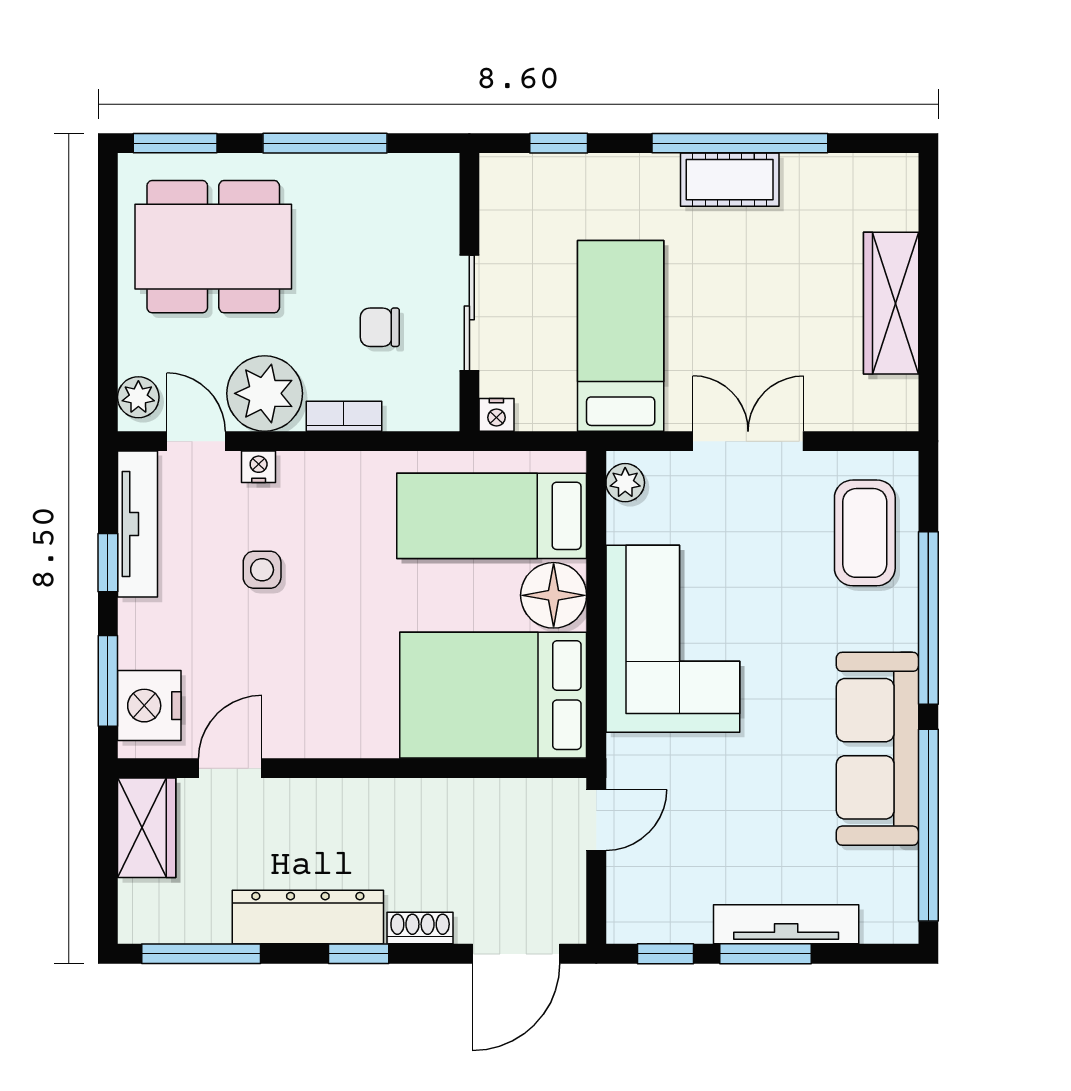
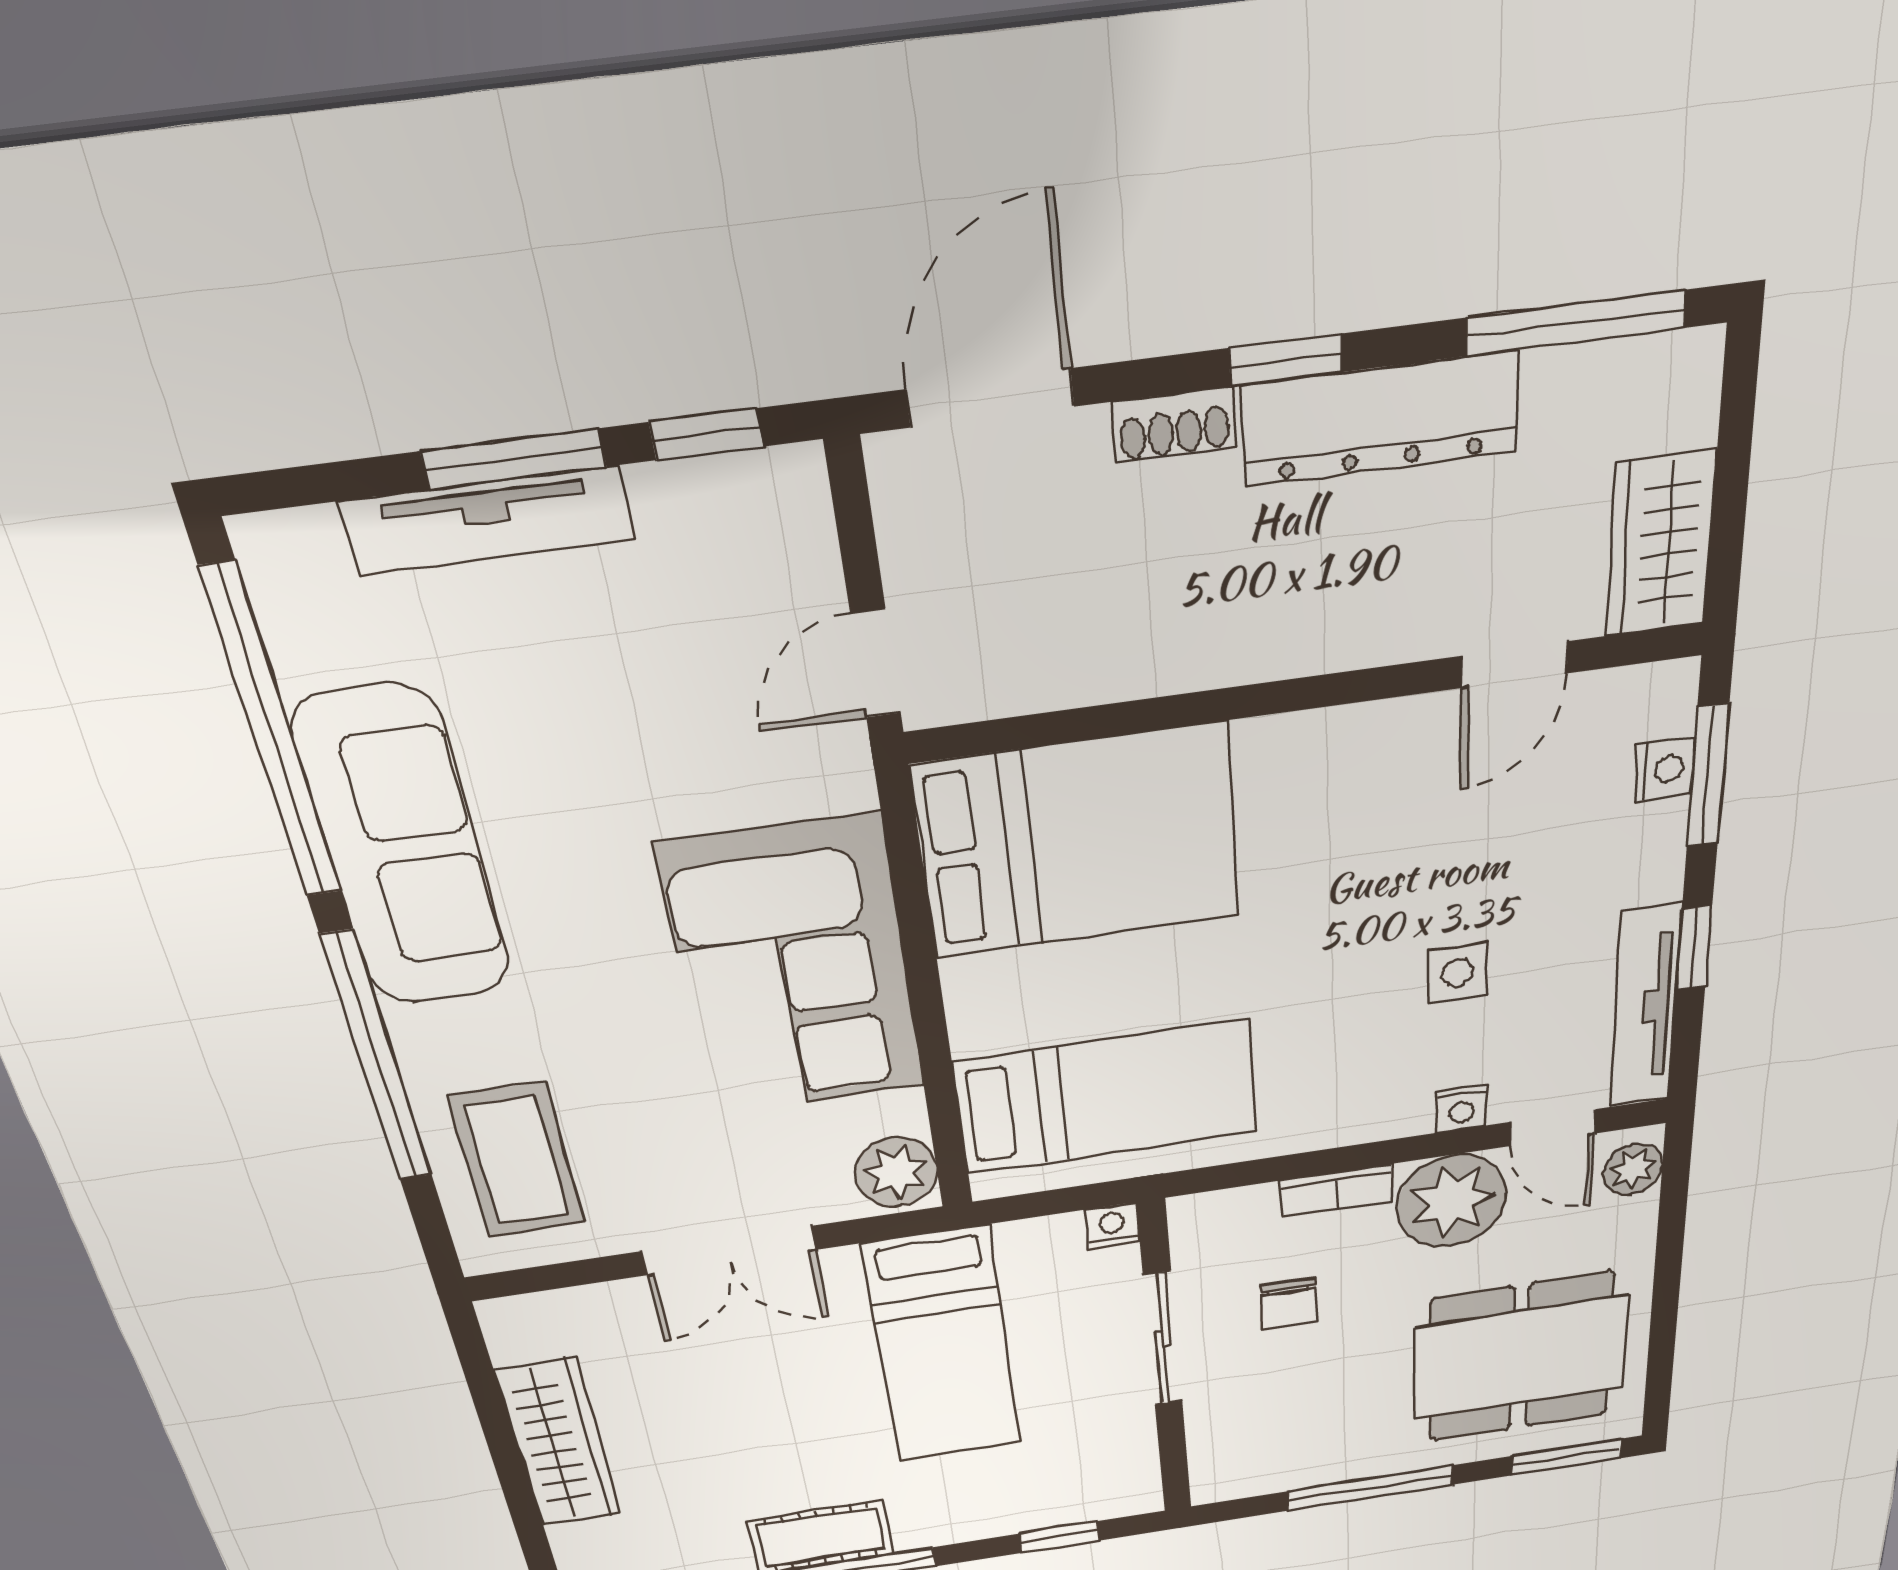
chair: (380, 327) -> (1289, 1304), turned 90
plant: (625, 483) -> (896, 1172), width x1.38, depth x1.38
floor lamp: (554, 595) -> (997, 1003), removed
nightstand: (149, 706) -> (1665, 769), width x0.53, depth x0.56

